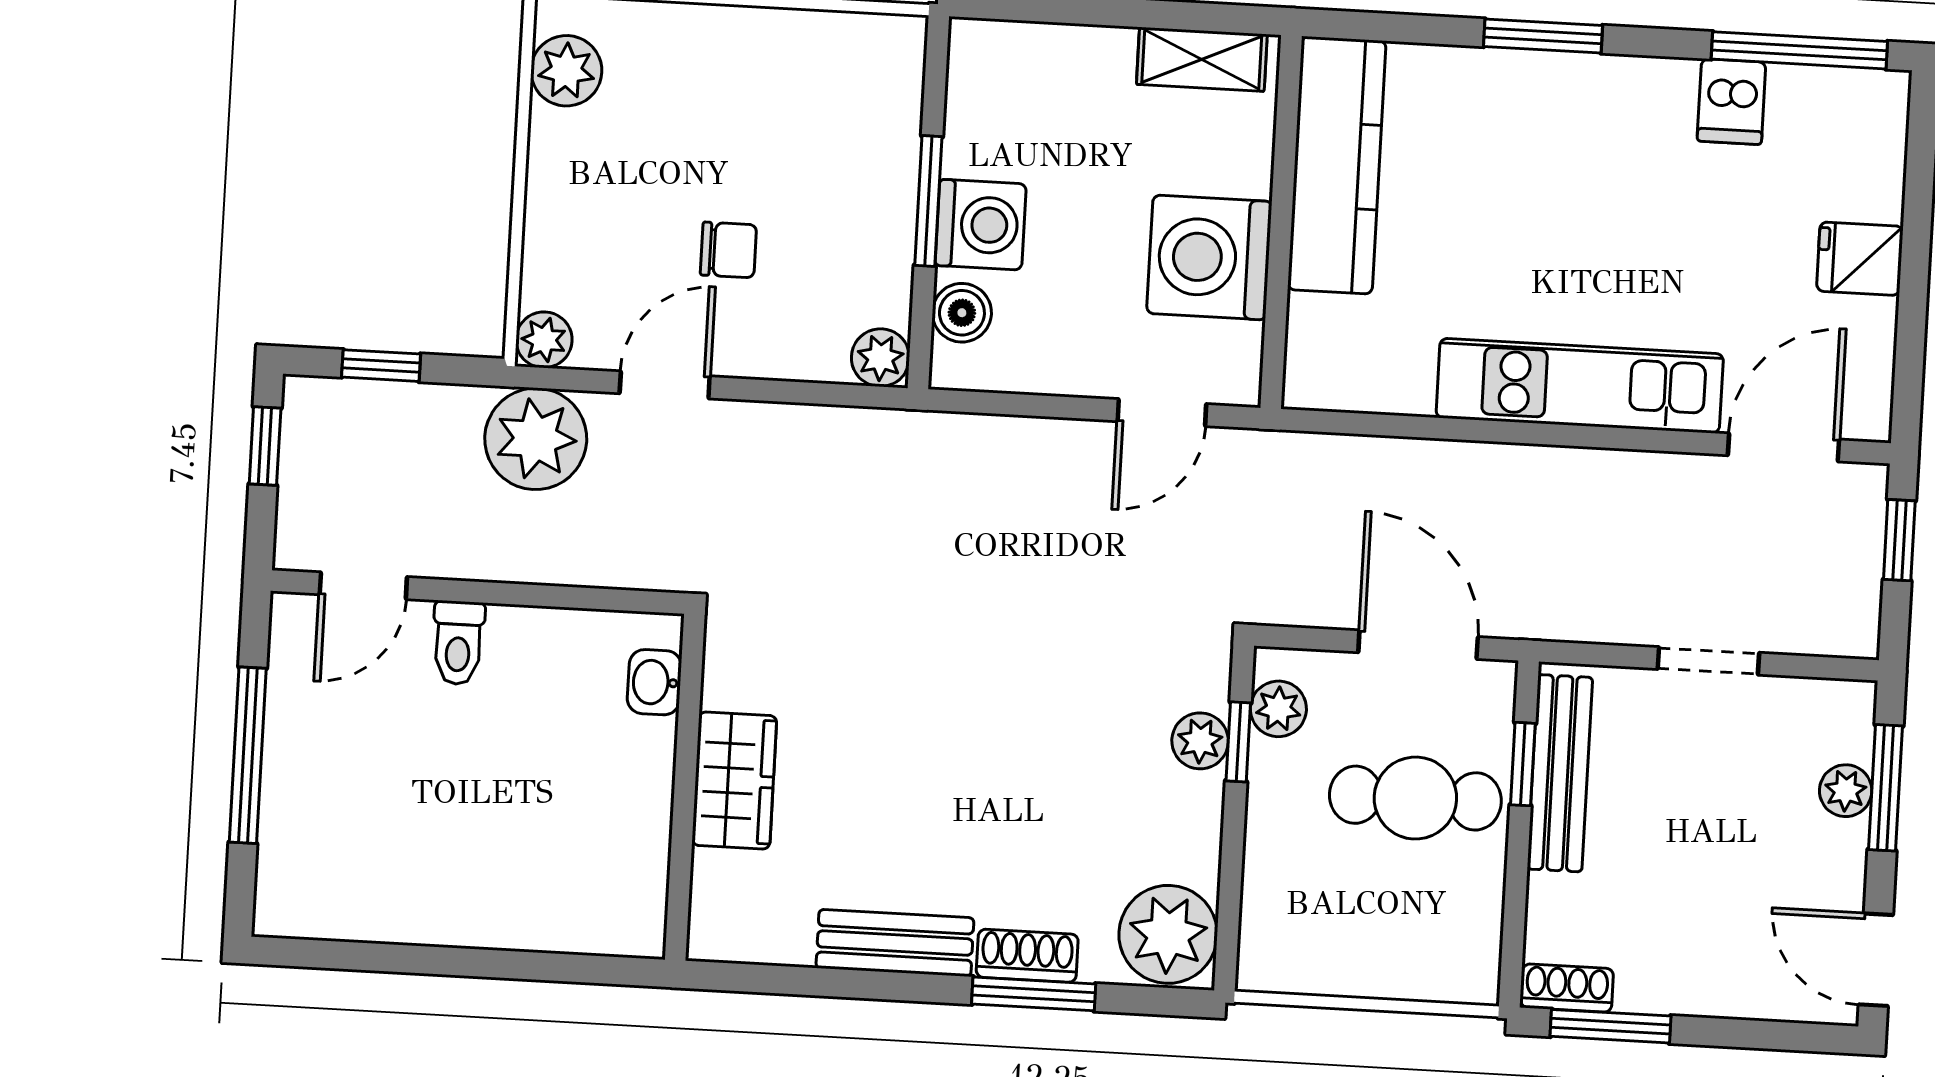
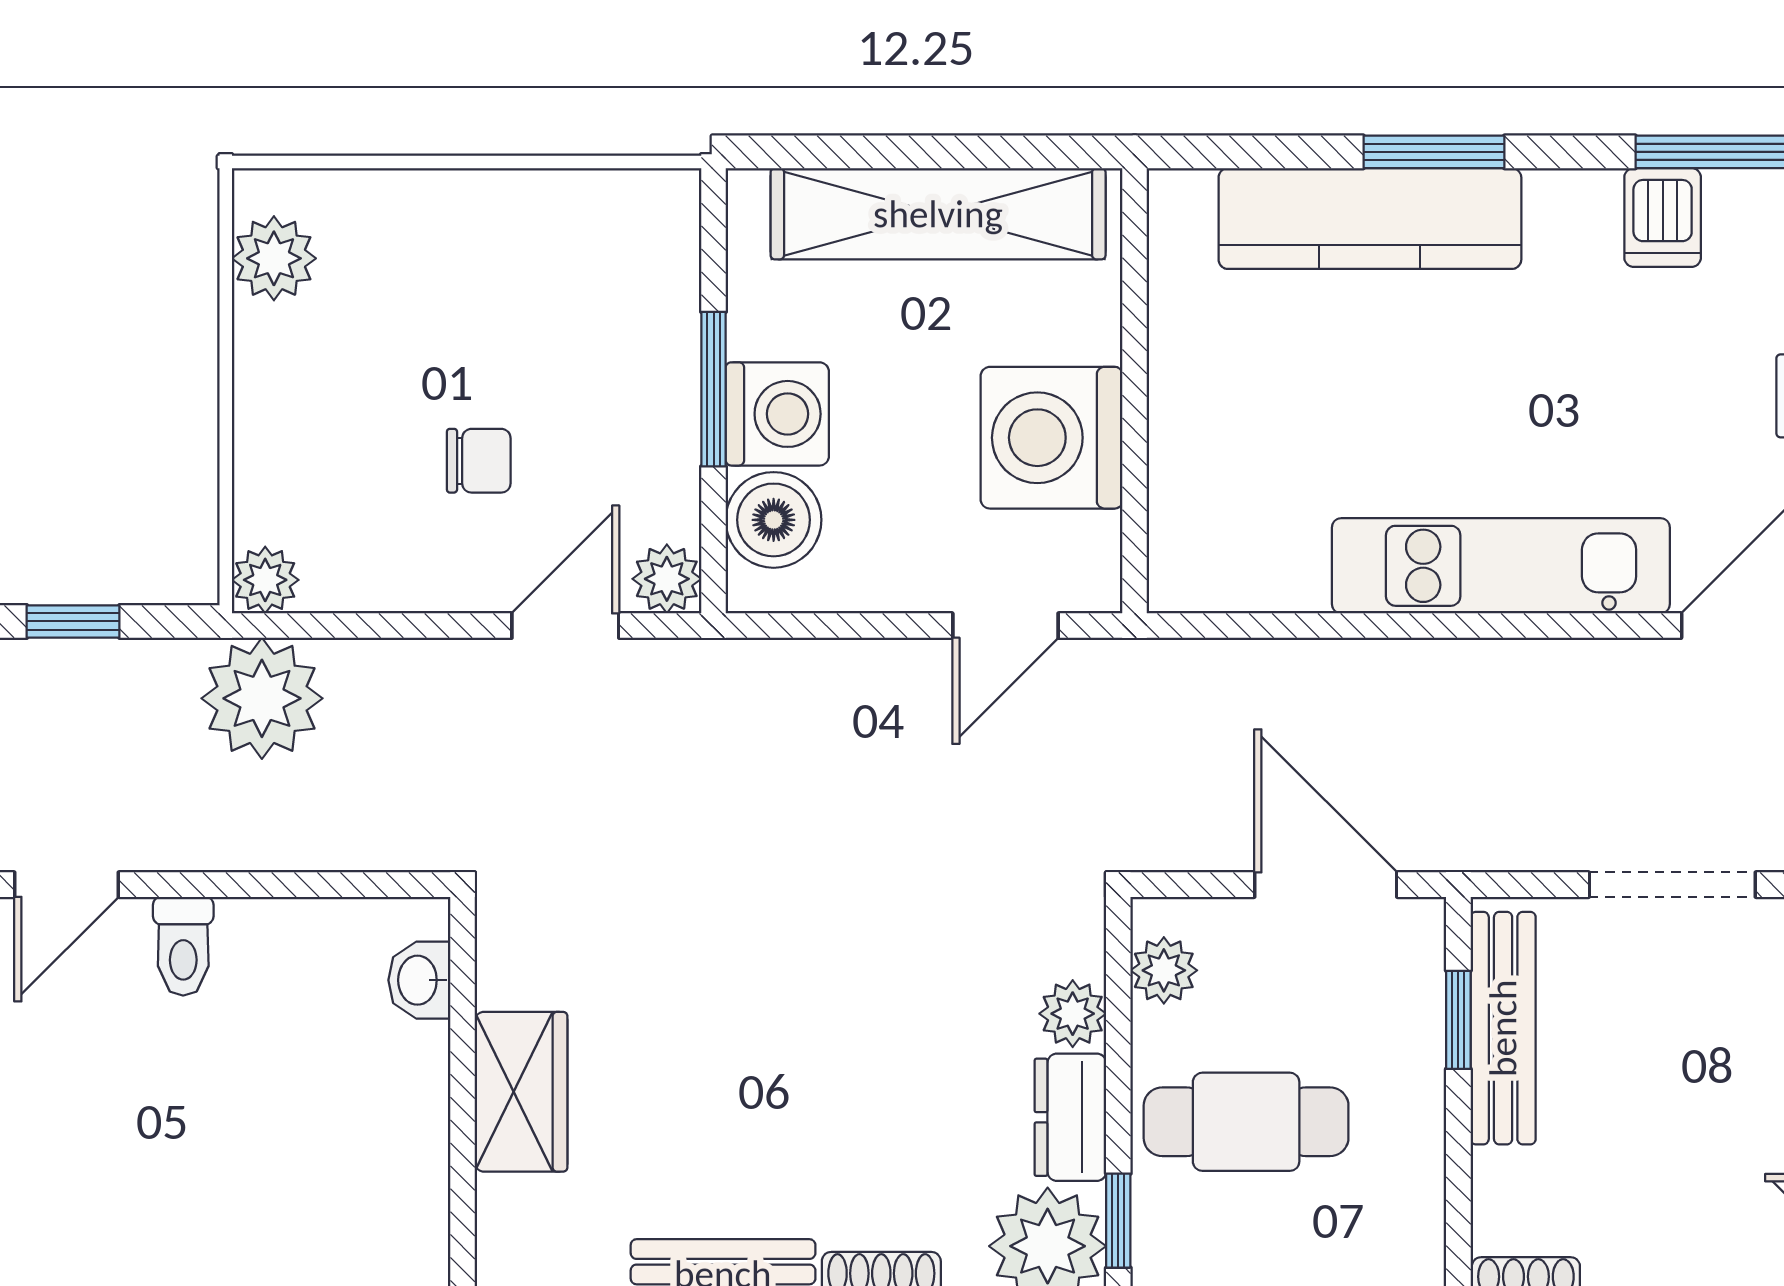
shelving: (1202, 59) -> (938, 214), width x2.20, depth x1.33
kitchen counter: (1337, 165) -> (1370, 219), moved, turned 90
boiler: (962, 313) -> (774, 520), width x1.36, depth x1.36
door: (665, 385) -> (565, 626), moved
doorway: (1708, 661) -> (1672, 885), width x1.38
window: (1238, 742) -> (1118, 1221), moved
cafe table: (1415, 798) -> (1246, 1122), moved
dresser: (1193, 828) -> (1070, 1117), added

